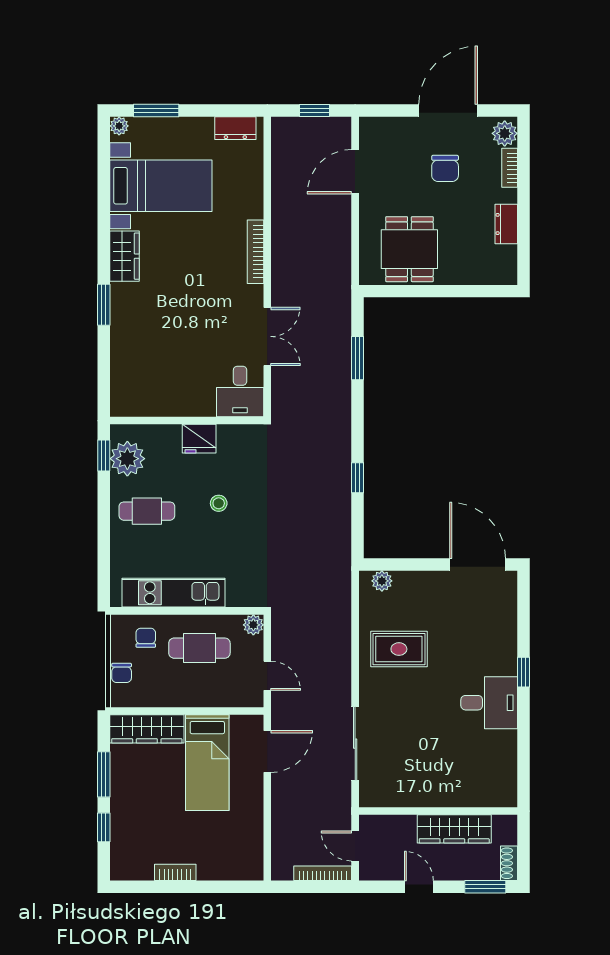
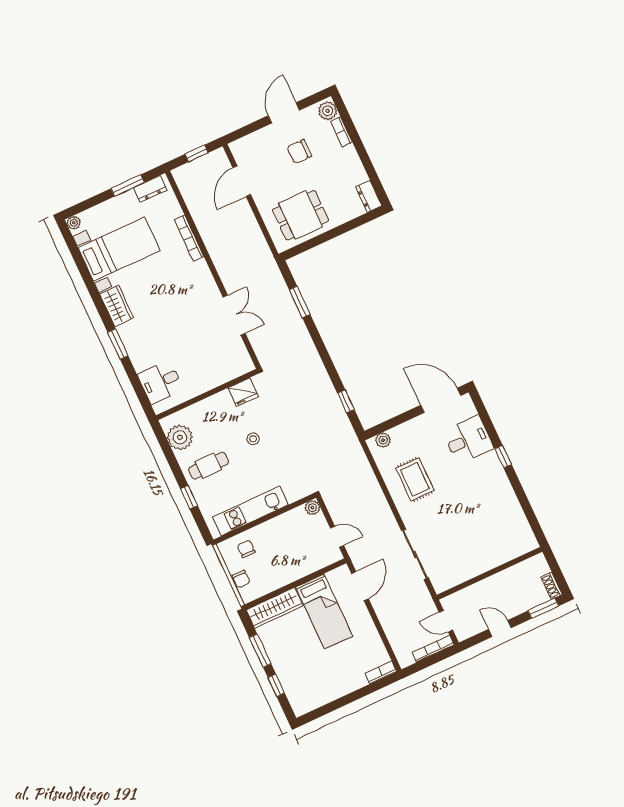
window: (156, 111) -> (128, 185), moved
door: (448, 111) -> (284, 113), width x0.73
chair: (445, 168) -> (299, 152), turned 90
dresser: (506, 224) -> (369, 196), moved
dining table: (409, 249) -> (301, 215), turned 90
bookcase: (255, 252) -> (189, 238), moved
desk: (240, 391) -> (160, 382), moved, turned 90
fridge: (199, 439) -> (243, 392), moved
window: (104, 455) -> (189, 497), moved
window: (358, 478) -> (346, 401), moved
cafe table: (199, 648) -> (284, 539), removed
rug: (399, 649) -> (415, 479), turned 90
desk: (489, 703) -> (468, 440), moved
wardrobe: (454, 829) -> (505, 580), removed
bookcase: (175, 872) -> (381, 672), moved

